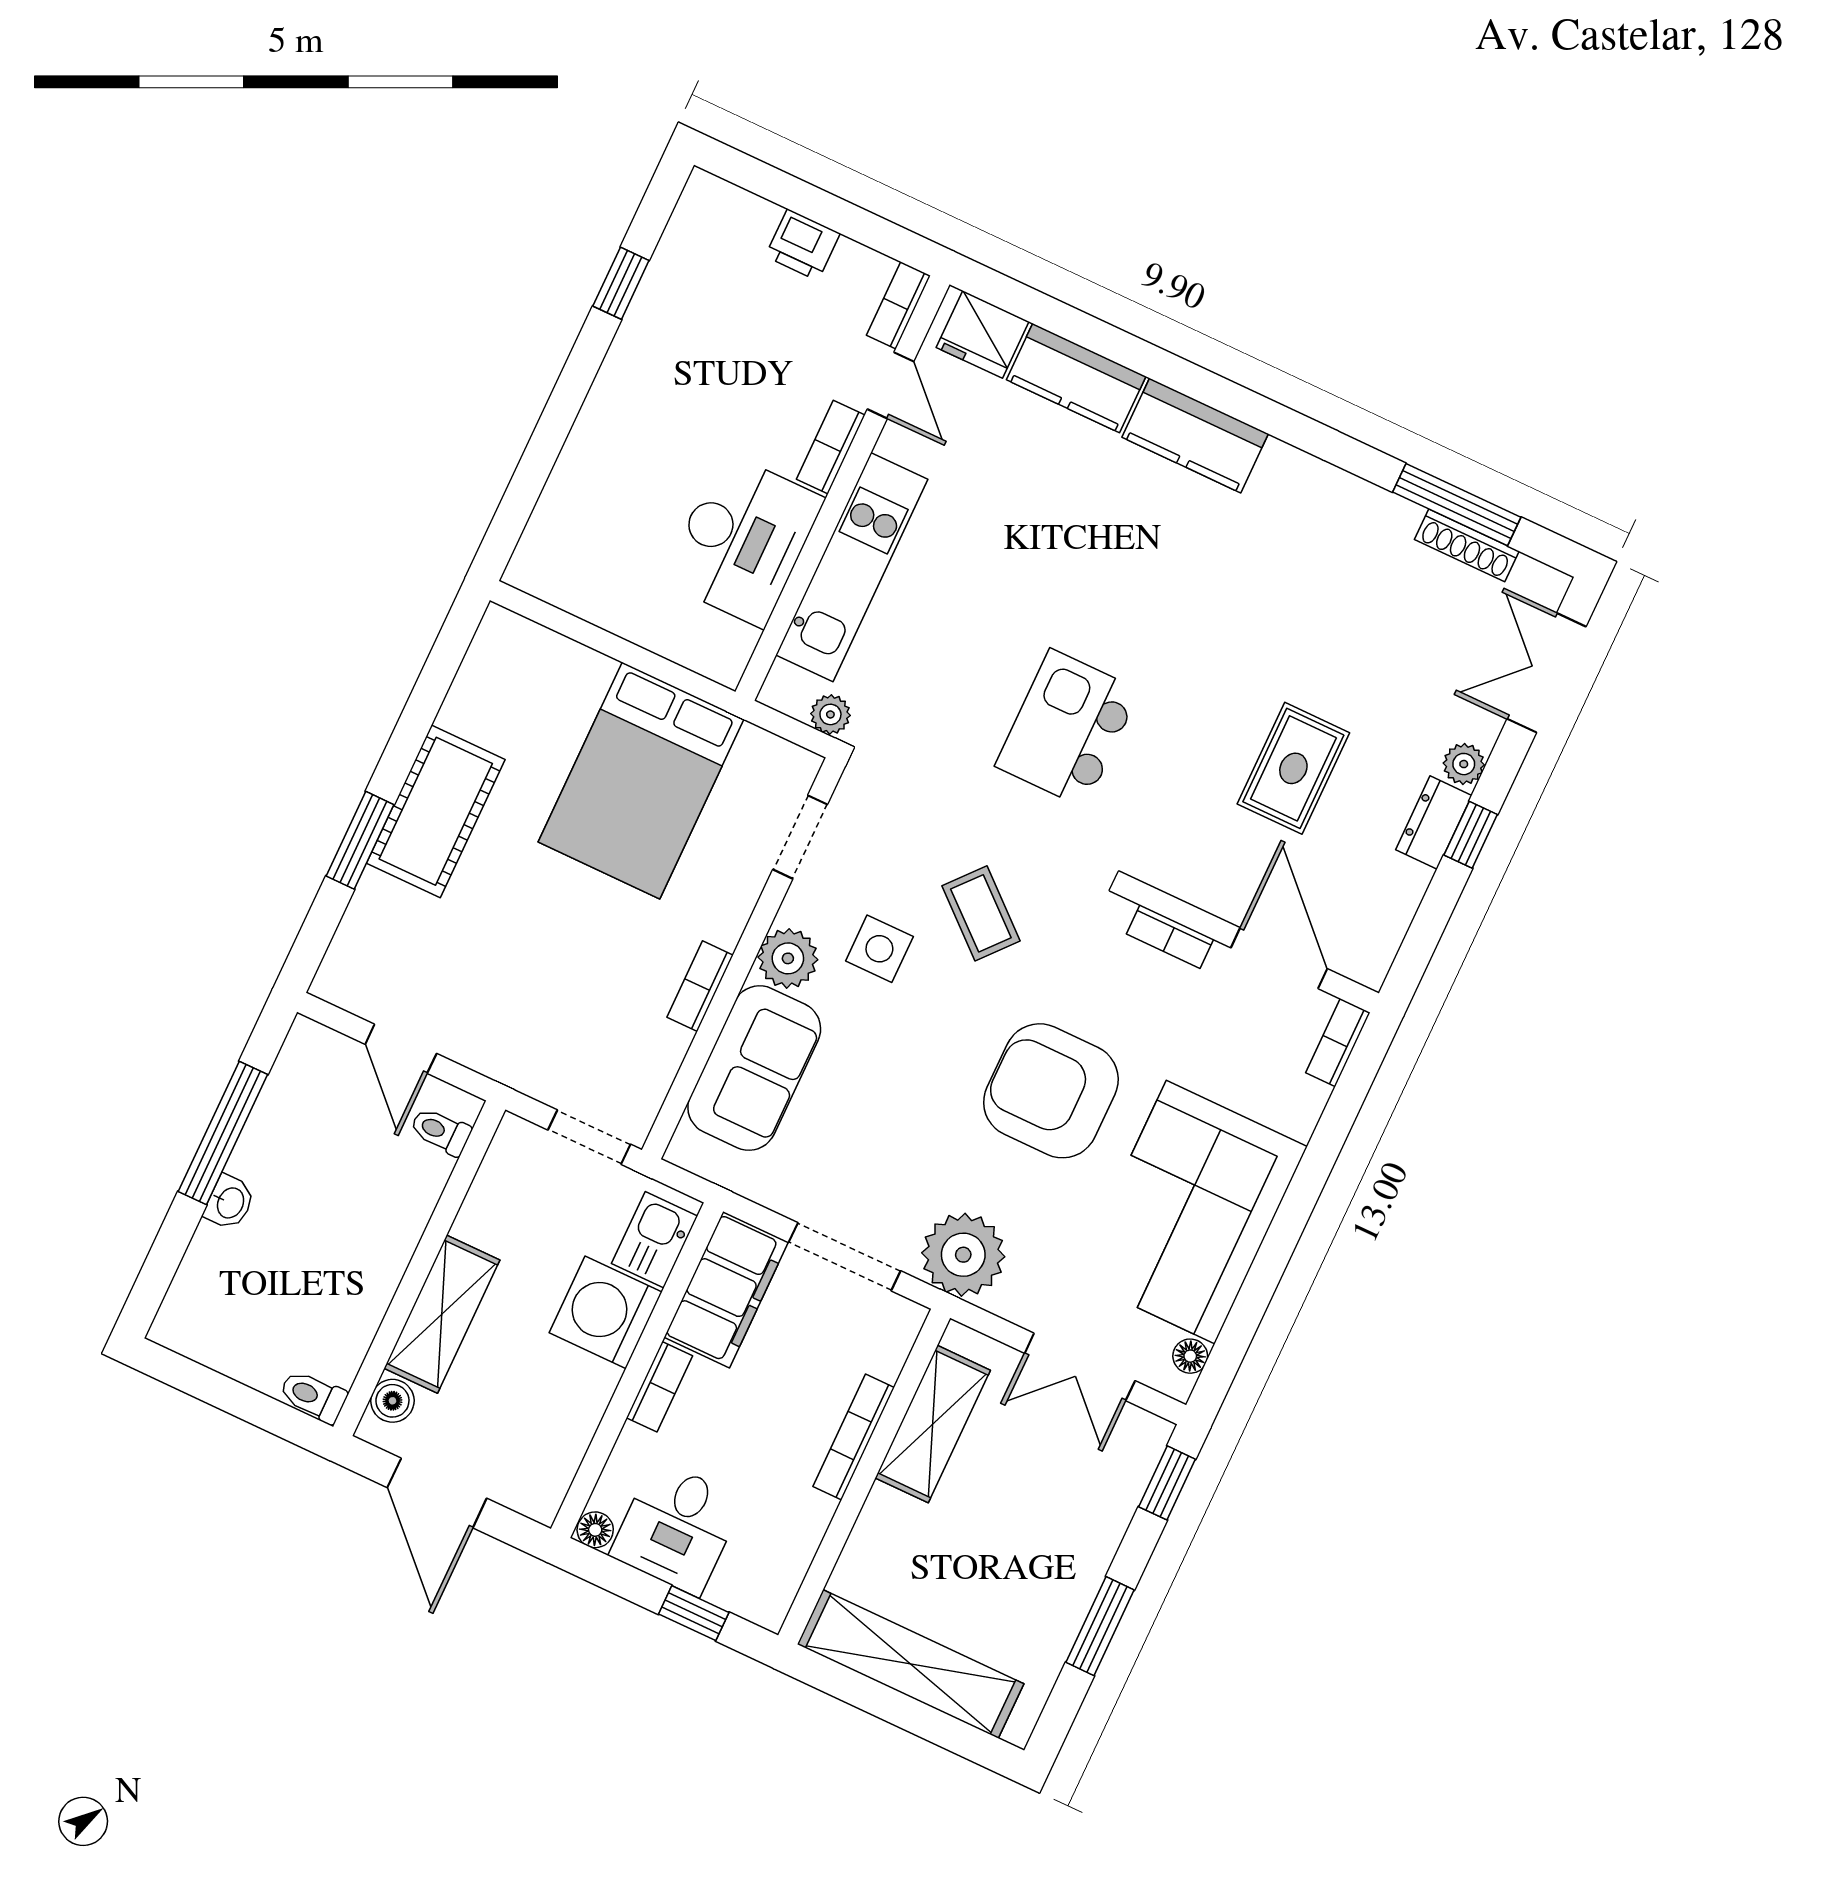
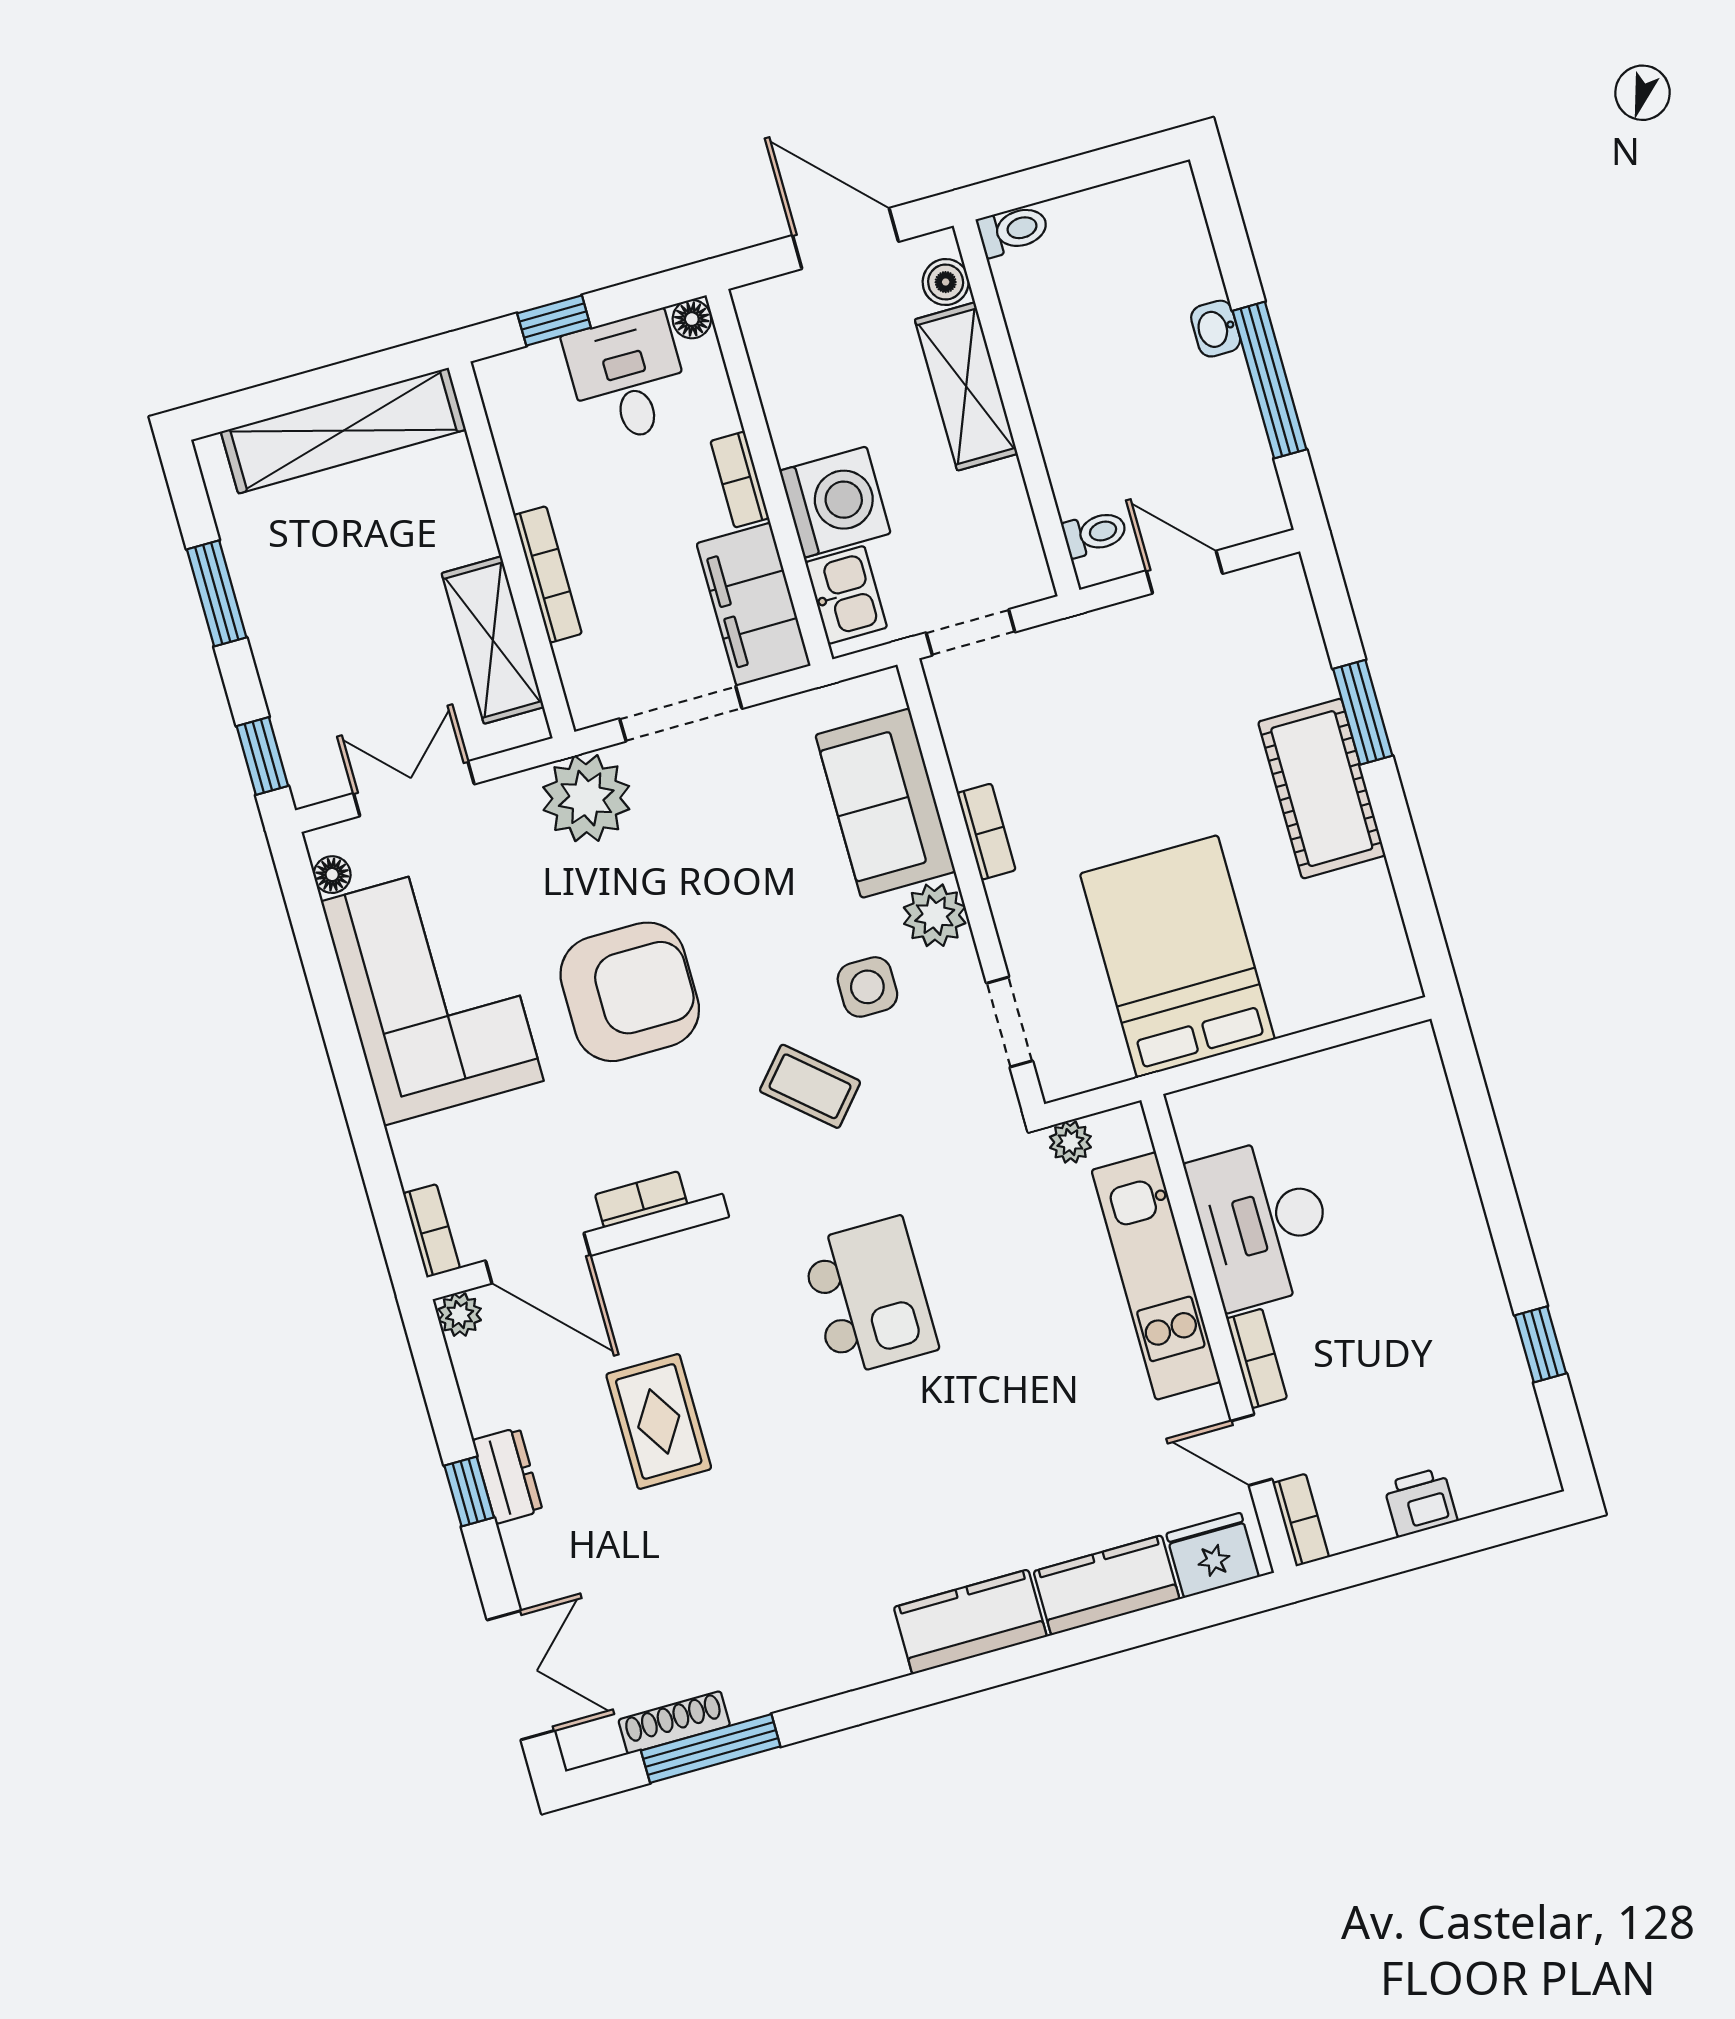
plant: (1464, 764) -> (460, 1315), moved

